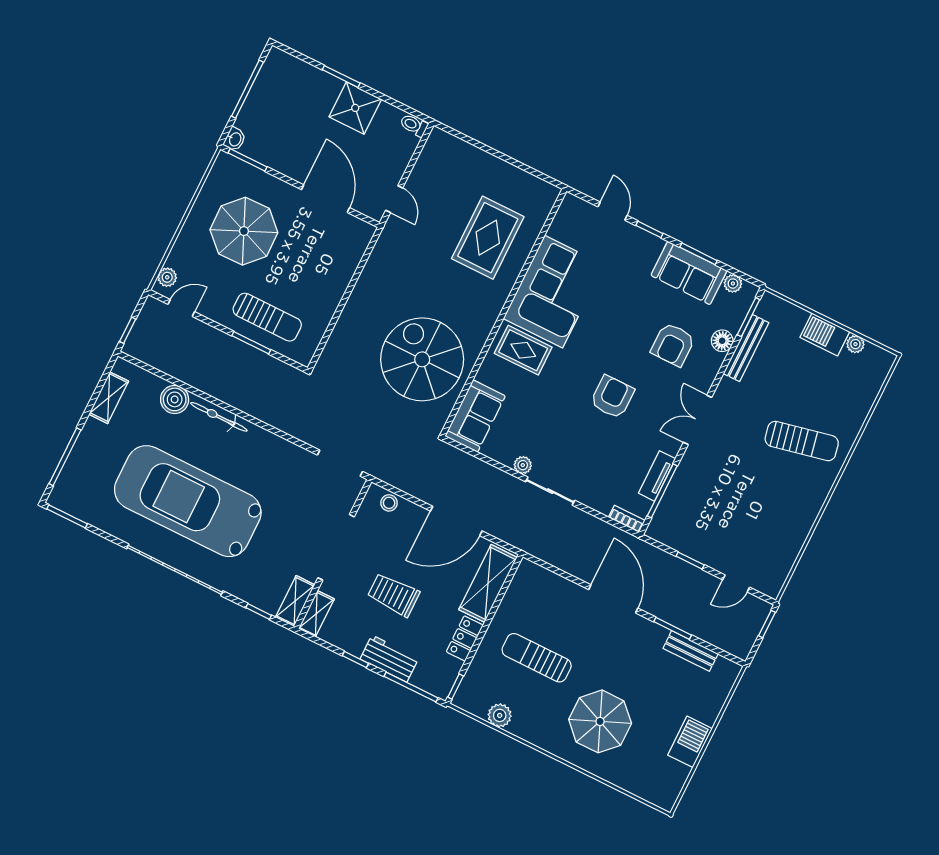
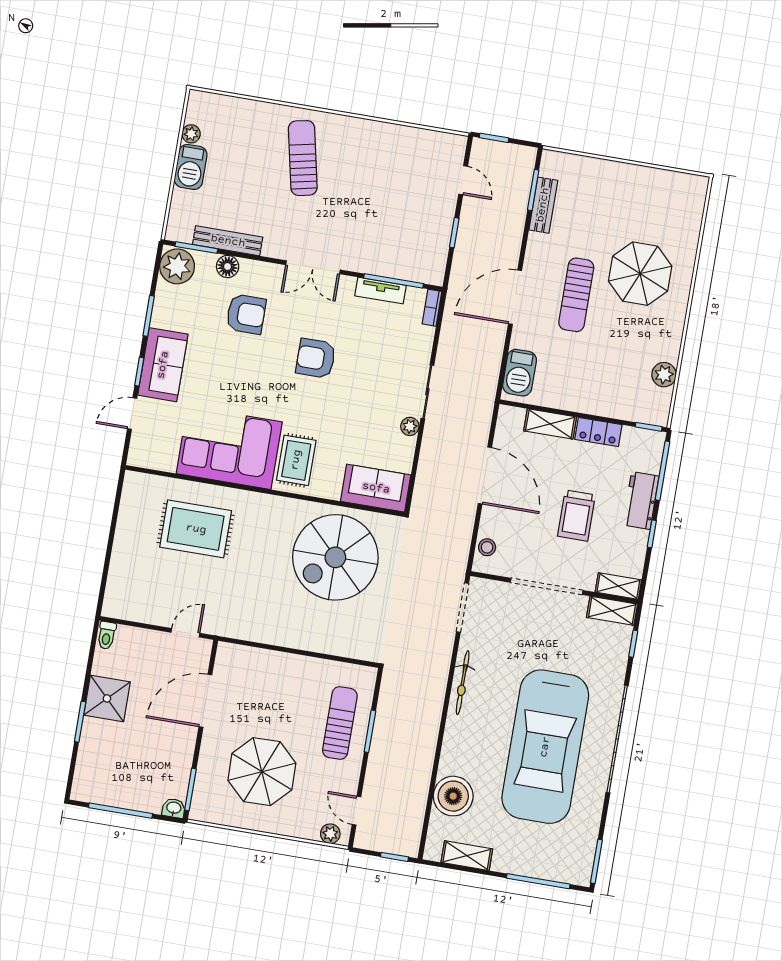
sofa: (689, 273) -> (163, 365), moved
plant: (733, 283) -> (177, 266), width x1.87, depth x1.87
boiler: (175, 399) -> (453, 796), width x1.37, depth x1.37
bicycle: (219, 417) -> (463, 683), moved
shelving: (488, 583) -> (550, 424), width x0.67, depth x0.75
window: (673, 628) -> (533, 190), moved
sun lounger: (537, 658) -> (576, 295), moved
barbecue: (690, 742) -> (520, 373), moved, turned -90

